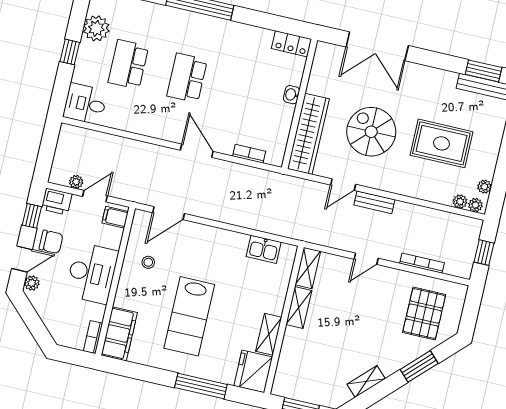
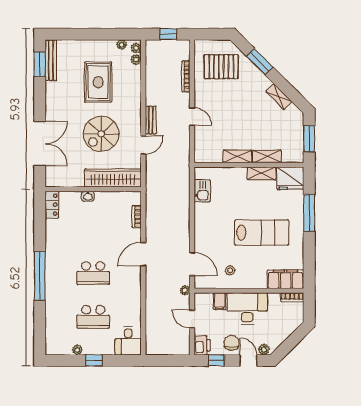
plant: (96, 28) -> (77, 350), width x0.53, depth x0.53
plant: (76, 182) -> (185, 290), moved
door: (343, 185) -> (143, 145), hinge flipped
filing cabinet: (115, 217) -> (220, 301), moved
shelving: (308, 268) -> (267, 156), moved

